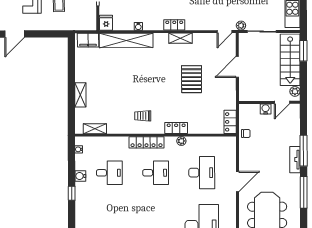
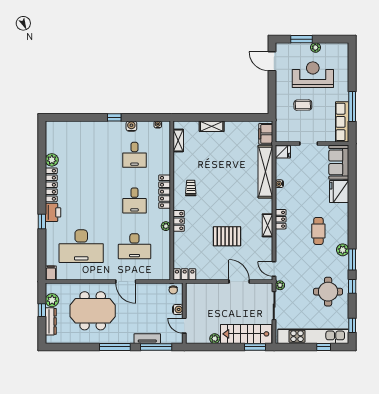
wall: (269, 102) -> (184, 313), moved
door: (282, 102) -> (184, 326), moved
water cooler: (266, 109) -> (178, 309), moved

